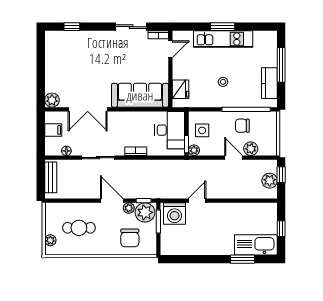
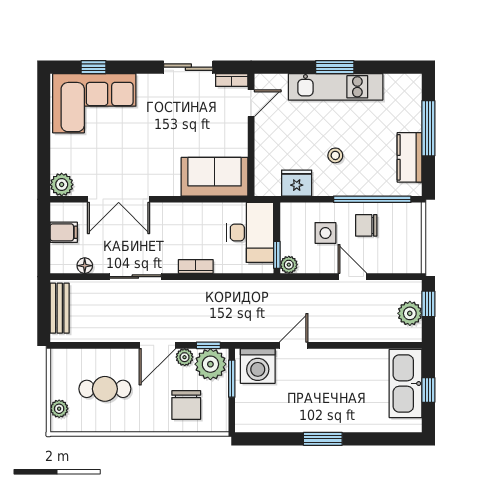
corner sofa: (72, 49) -> (94, 103), added
fridge: (181, 89) -> (297, 183), moved, turned -90
sofa: (140, 95) -> (215, 177), width x0.73
side table: (202, 130) -> (325, 233), moved
plant: (251, 149) -> (380, 262), removed
door: (112, 201) -> (157, 345), swing flipped
kitchen sink: (256, 245) -> (406, 384), moved, turned -90
window: (243, 259) -> (323, 439), moved

